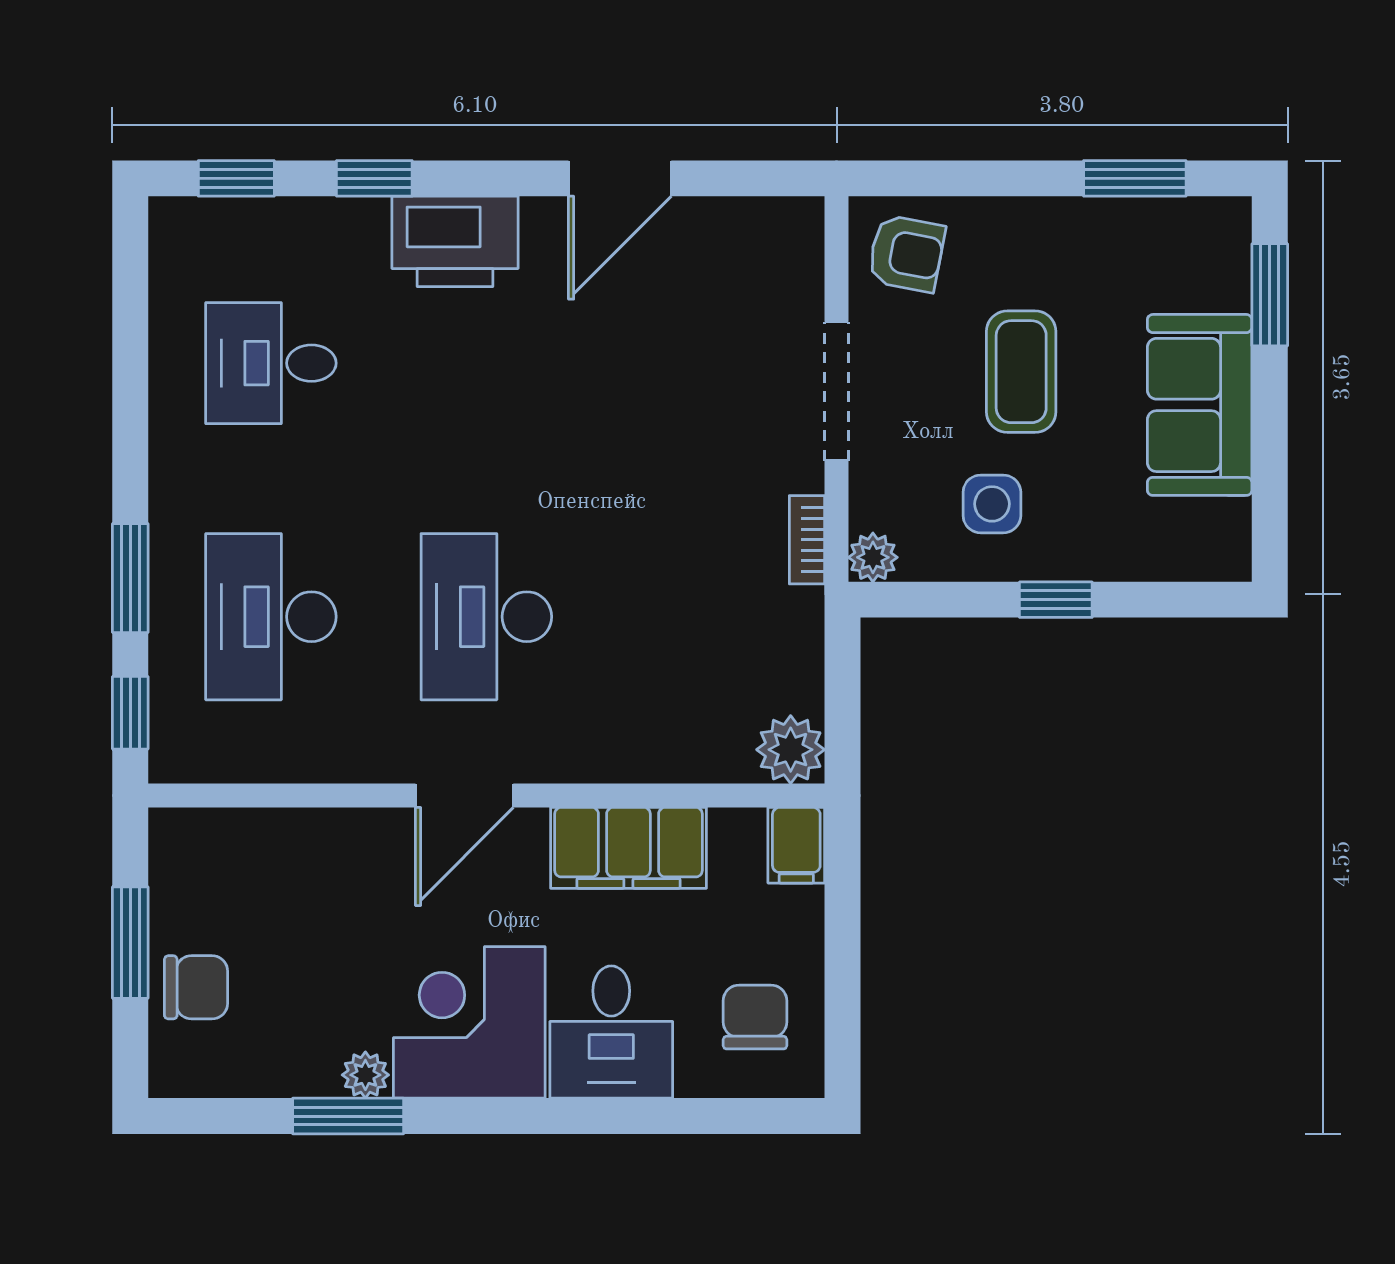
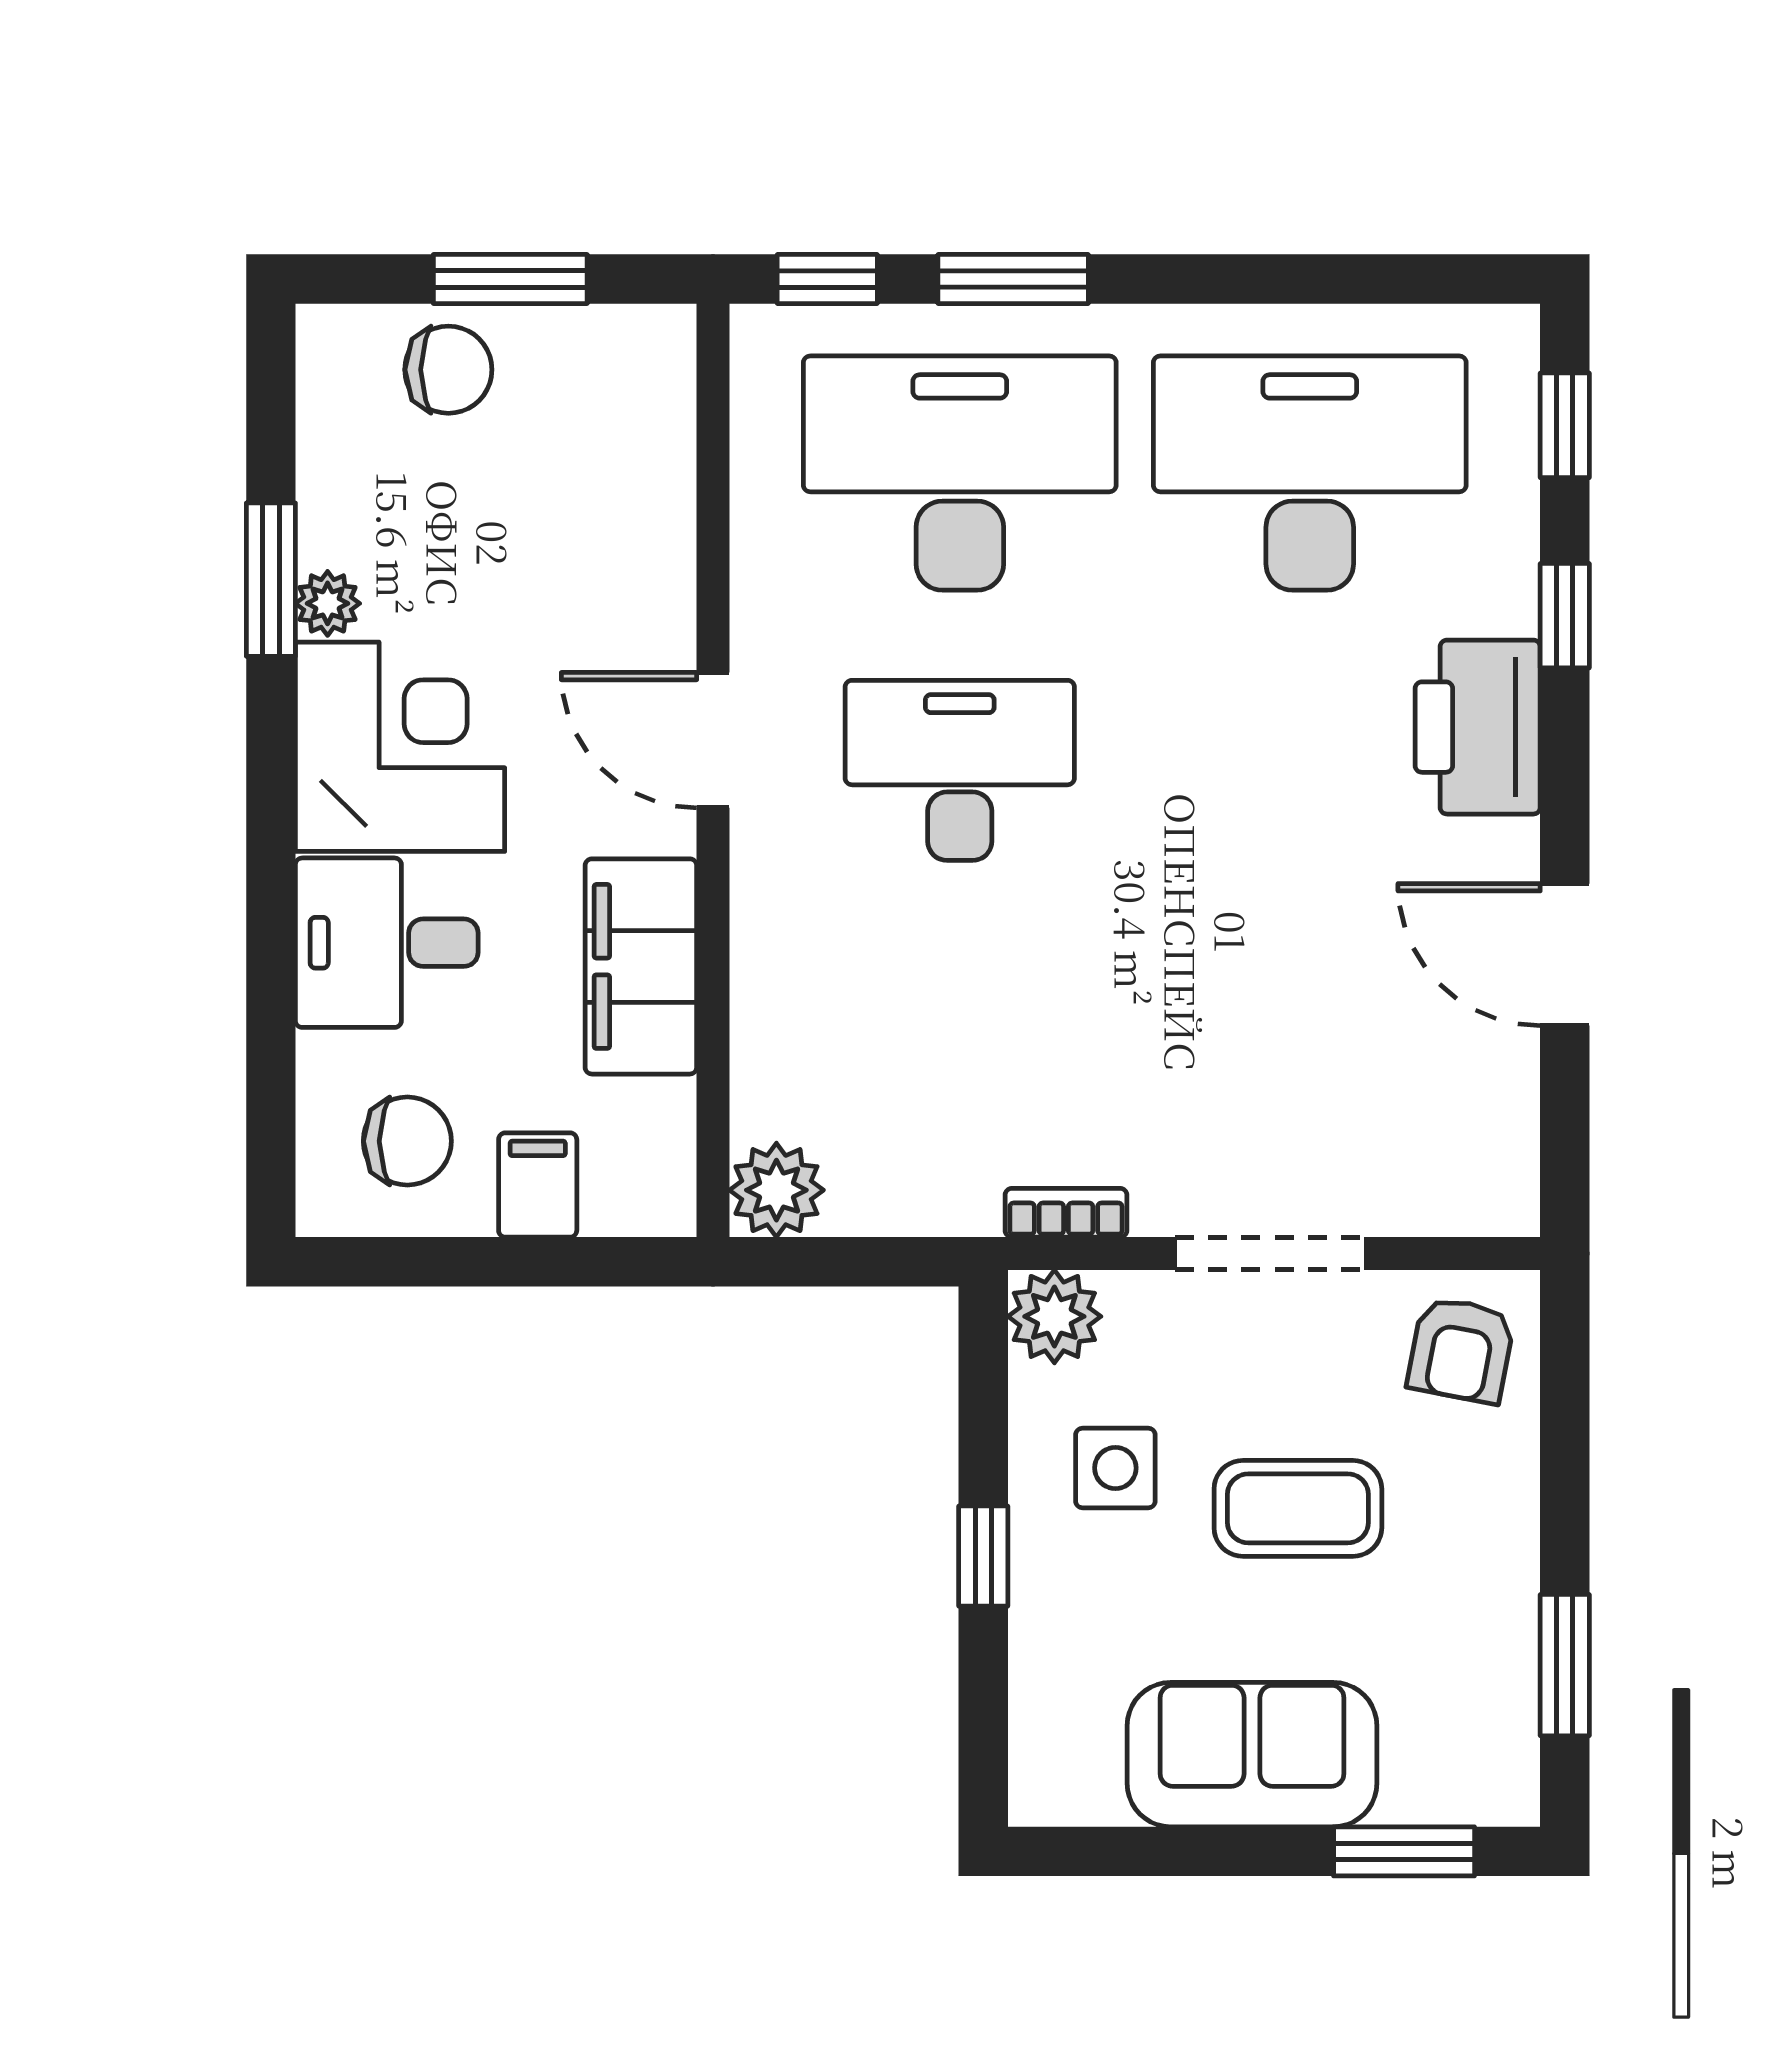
desk: (271, 363) -> (1310, 473), width x1.87, depth x1.30
plant: (873, 557) -> (1054, 1316), width x1.38, depth x1.38
desk: (271, 617) -> (960, 473), width x1.36, depth x1.30
filing cabinet: (796, 845) -> (538, 1185), moved, turned 90
chair: (196, 987) -> (448, 370), turned -90

